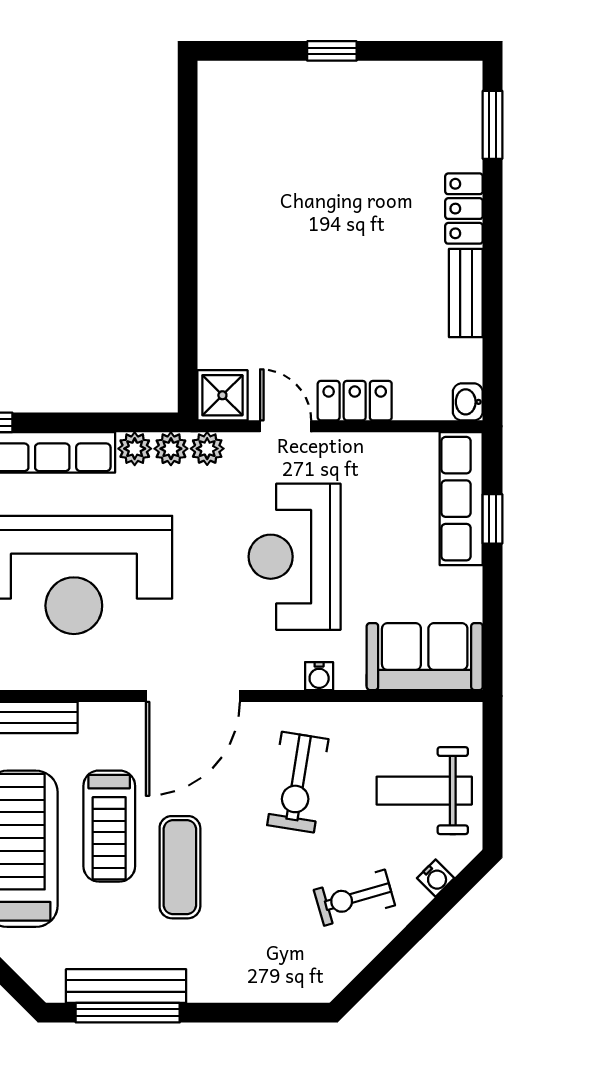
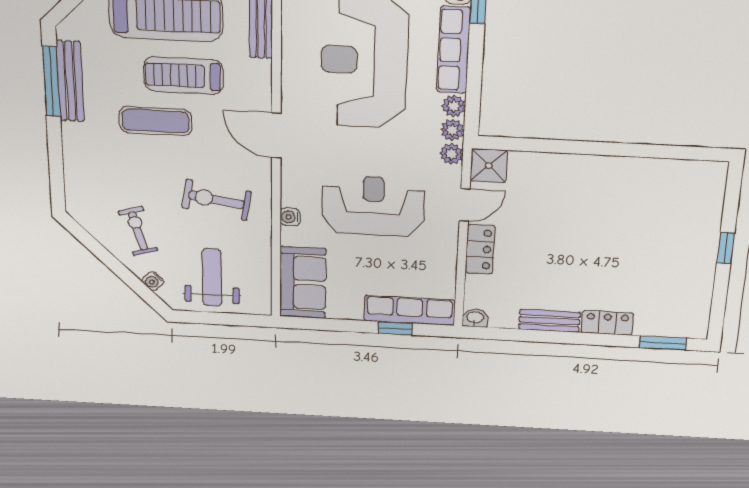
door: (193, 696) -> (276, 136), width x0.73

